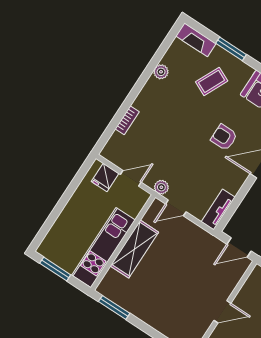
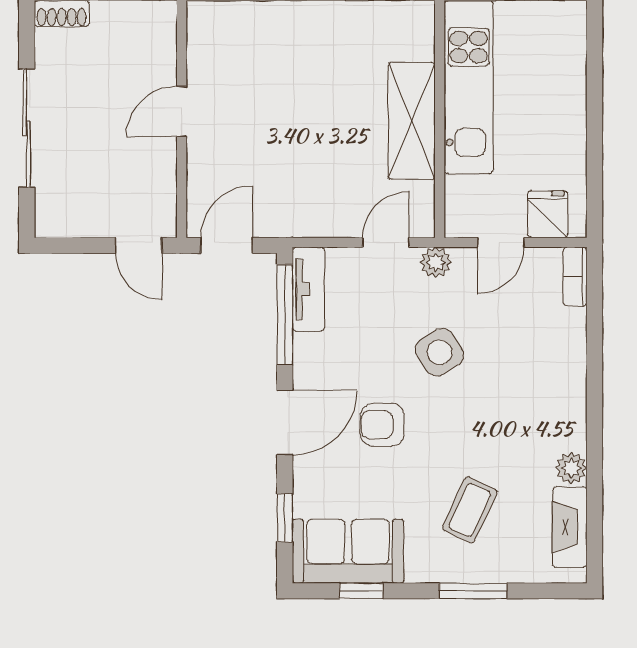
fireplace: (196, 40) -> (570, 527), moved, turned -90
bookcase: (127, 120) -> (575, 277), moved
armchair: (224, 137) -> (382, 425), turned 180
side table: (183, 151) -> (439, 352), added
window: (234, 205) -> (285, 315), added

